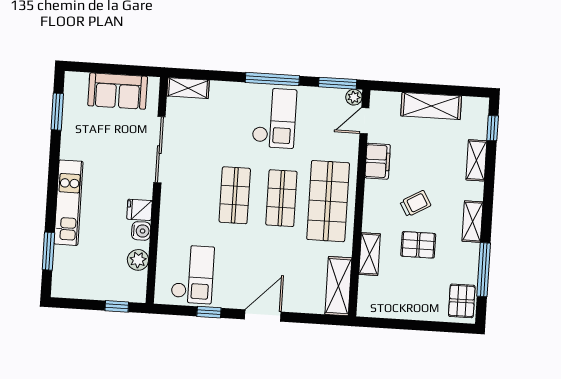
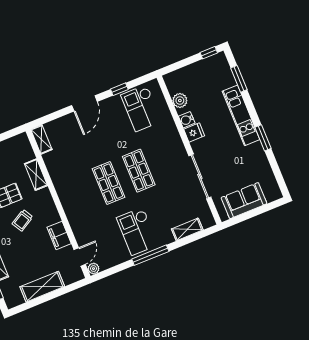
window: (338, 83) -> (108, 272), removed
shelving: (188, 88) -> (187, 229), moved
window: (57, 112) -> (263, 138), moved
shop shelf: (328, 201) -> (78, 195), removed
shelving: (338, 286) -> (41, 139), width x0.67, depth x0.75
window: (117, 306) -> (209, 53), moved

